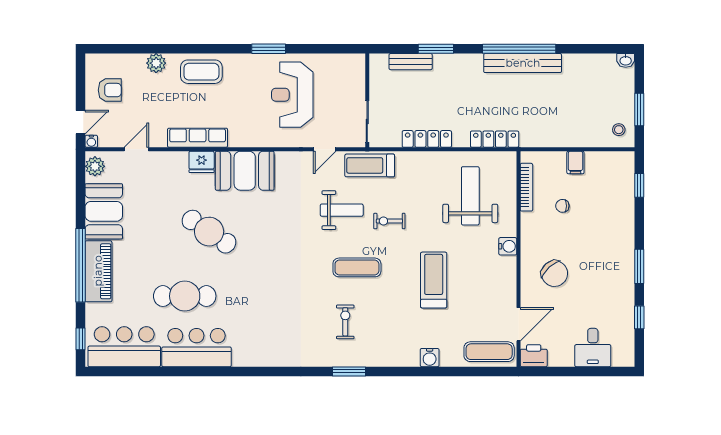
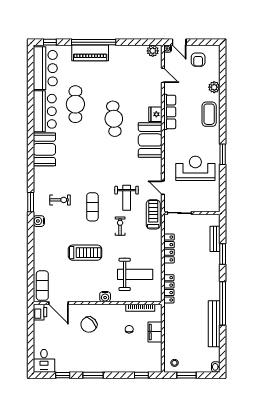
bench: (523, 63) -> (214, 324), moved
filing cabinet: (575, 162) -> (155, 332), width x2.00
booth: (104, 211) -> (44, 149), moved, turned 90
cafe table: (209, 232) -> (114, 119), turned -39
desk: (593, 348) -> (44, 361), moved, turned -90
water cooler: (430, 358) -> (39, 221), moved

